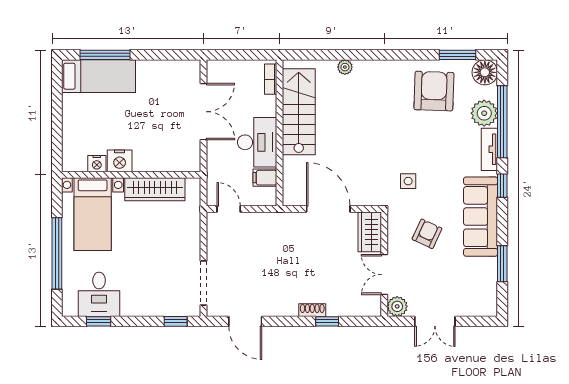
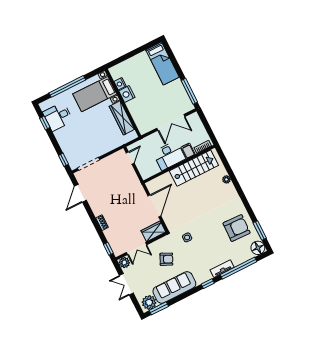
window: (105, 55) -> (189, 91), moved
plant: (484, 113) -> (149, 302), moved
filing cabinet: (265, 178) -> (188, 151), moved
sofa: (481, 217) -> (174, 287), moved
window: (502, 264) -> (159, 308), moved
double door: (384, 275) -> (137, 249), swing flipped
window: (327, 321) -> (108, 249), moved

